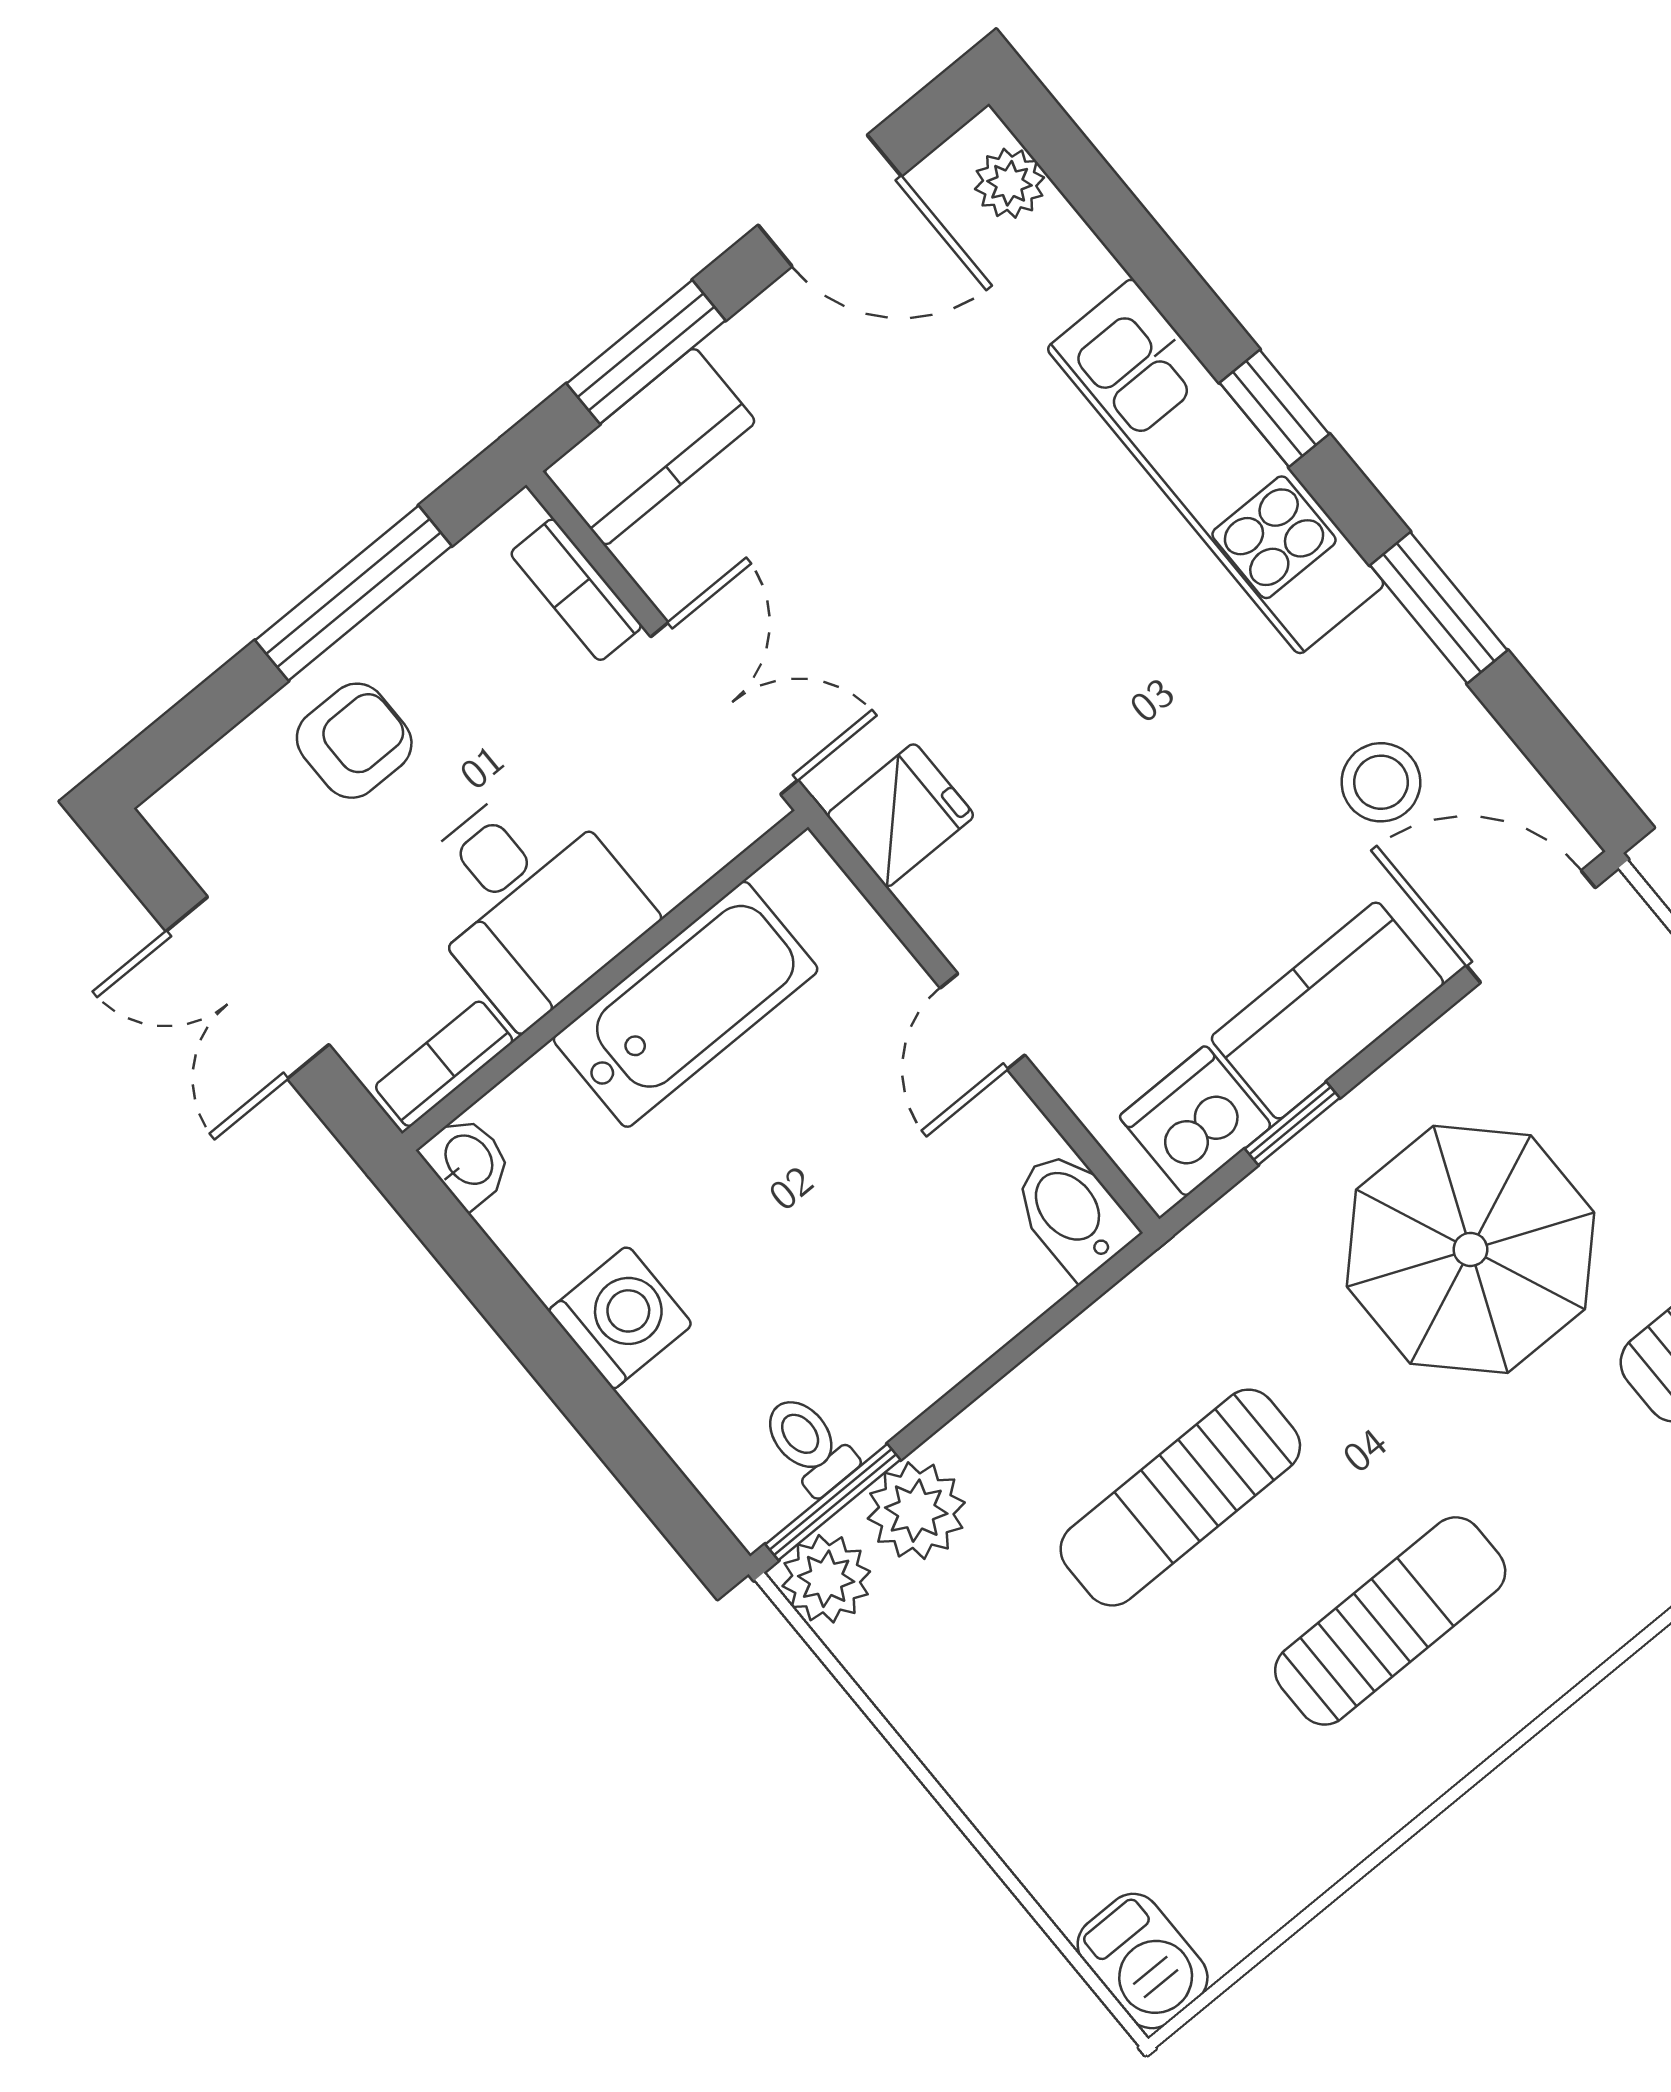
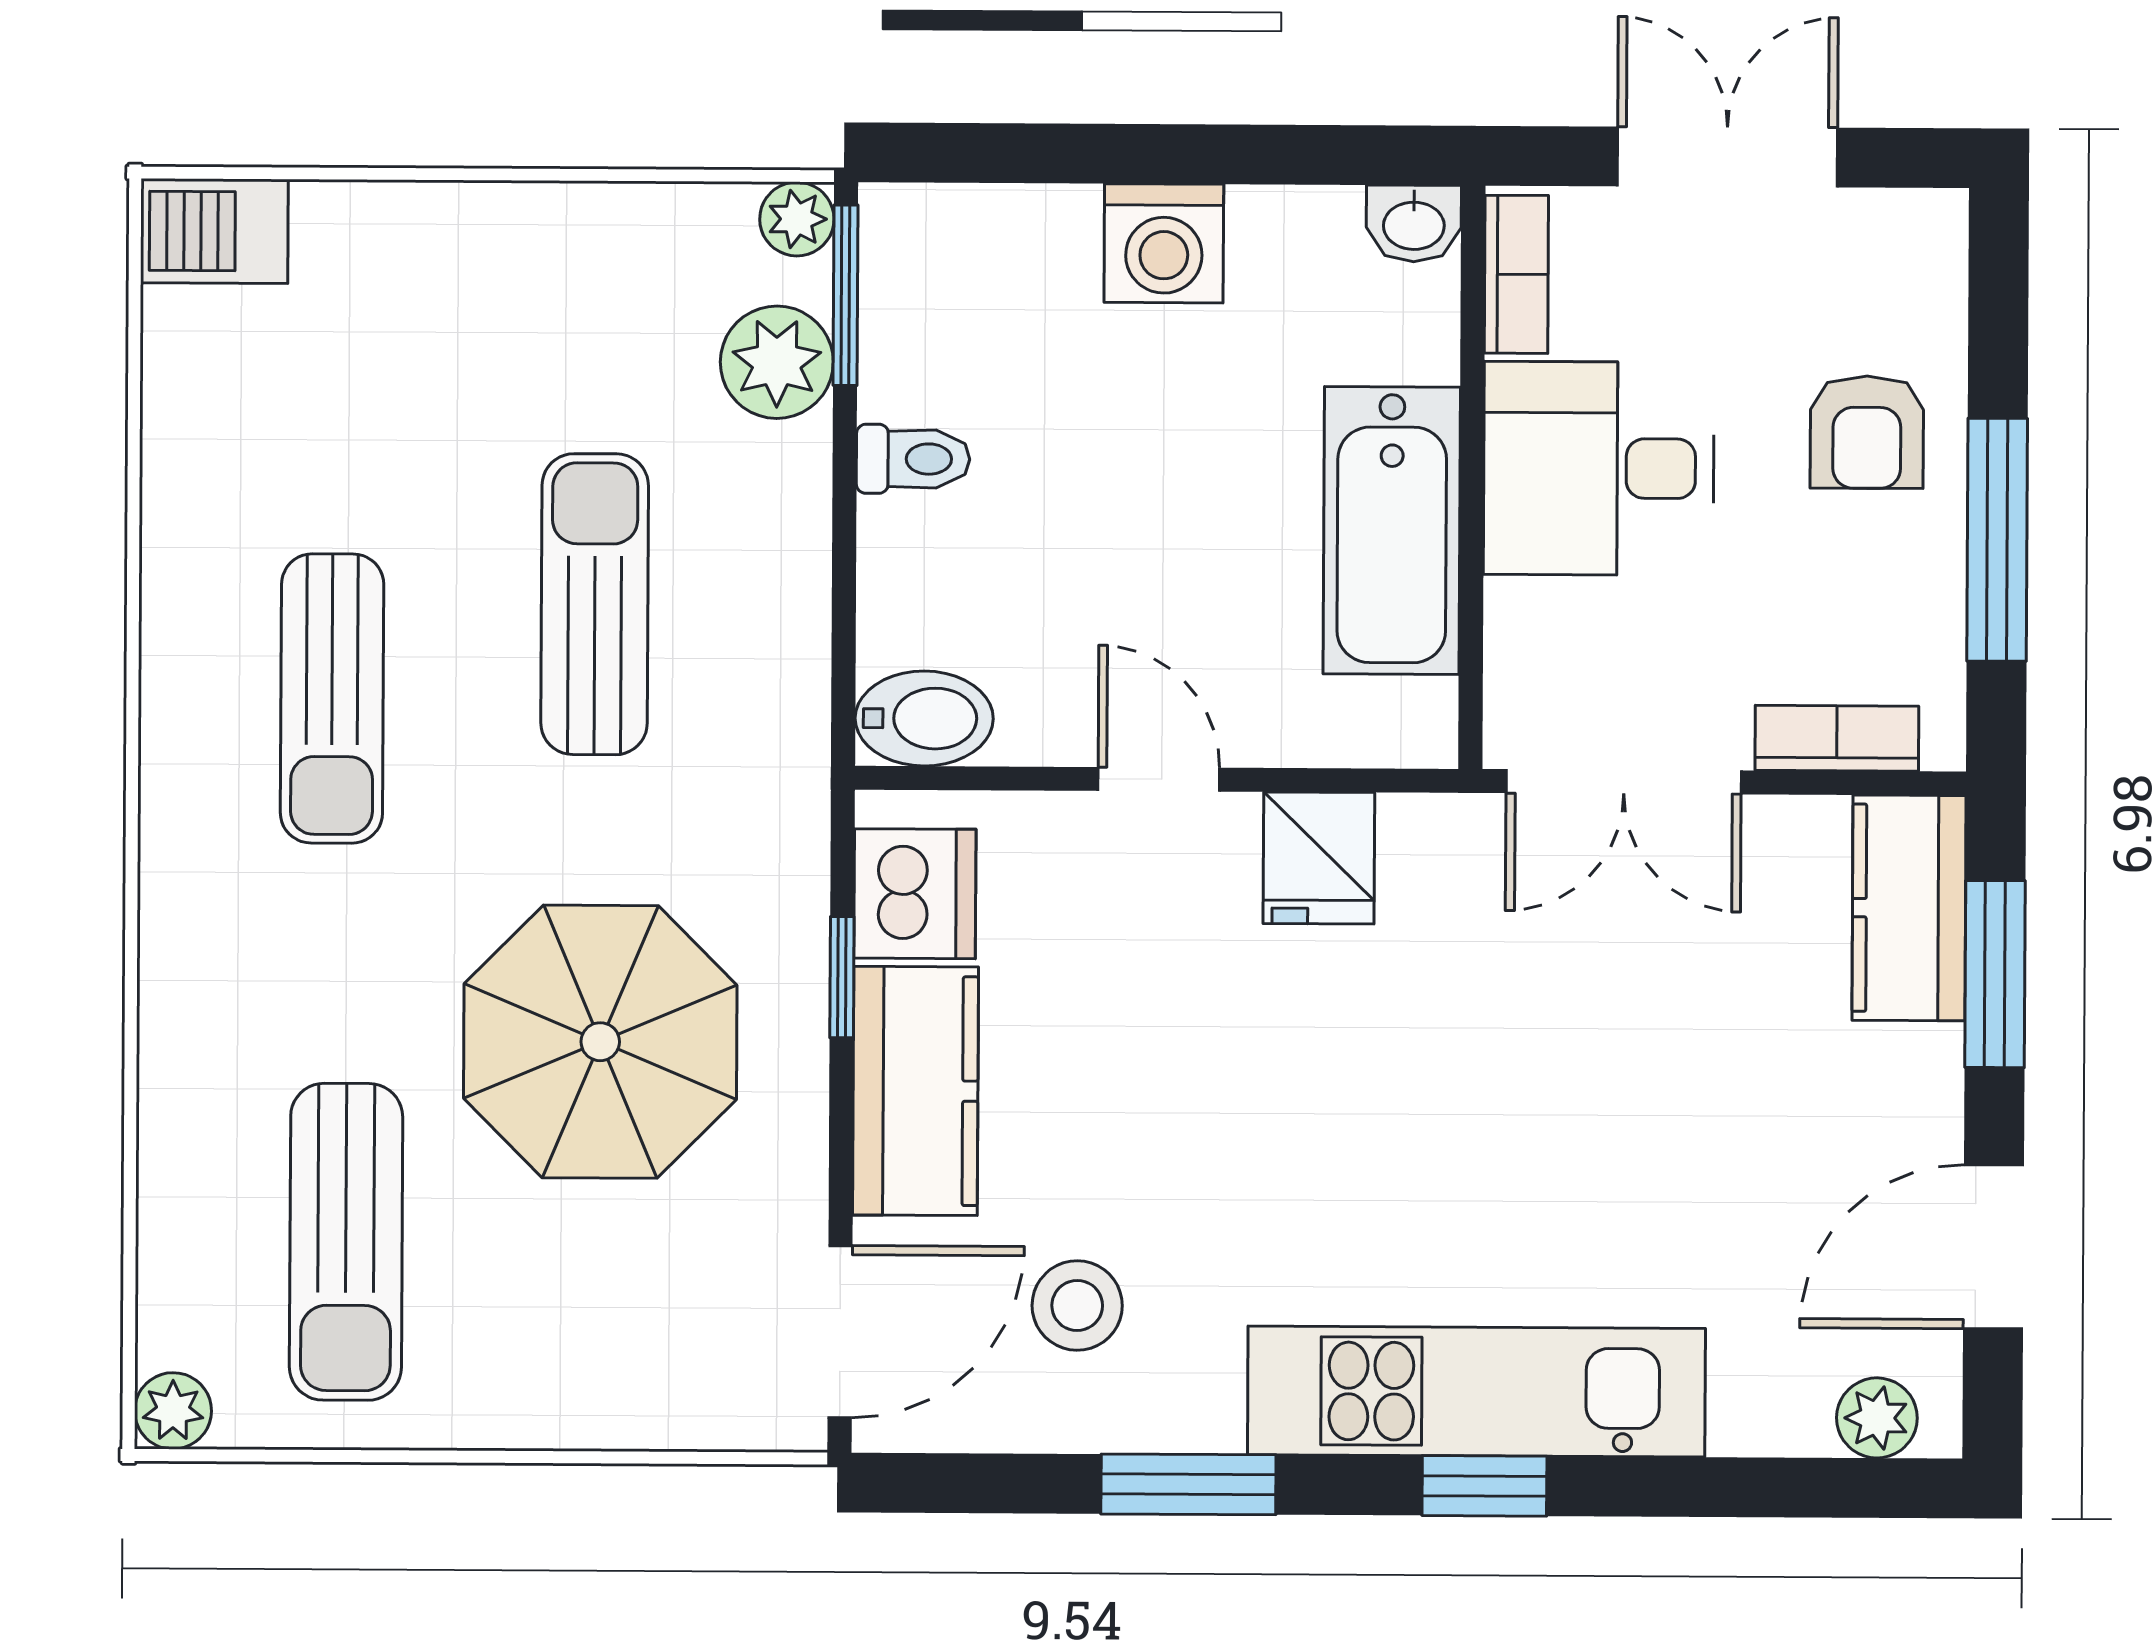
fridge: (901, 815) -> (1319, 858), moved
toilet: (809, 1444) -> (913, 459), moved
plant: (826, 1579) -> (797, 219), width x0.73, depth x0.73

